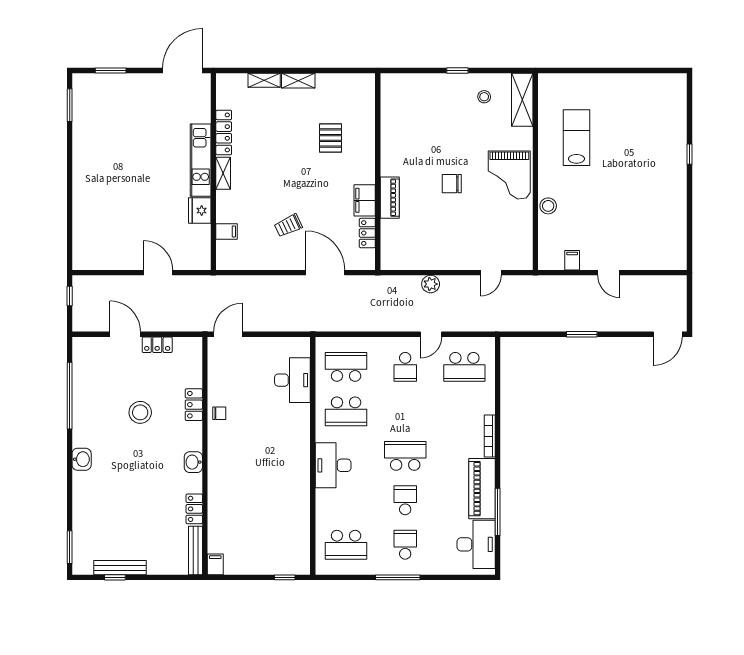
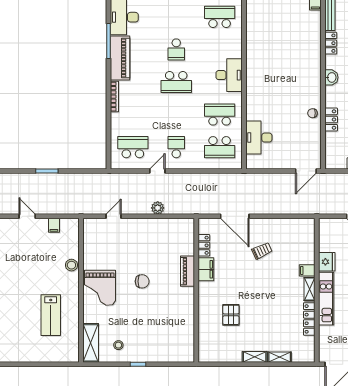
grand piano: (509, 175) -> (100, 288), turned 180
filing cabinet: (226, 231) -> (307, 270), moved
school desk: (405, 545) -> (176, 17), removed

